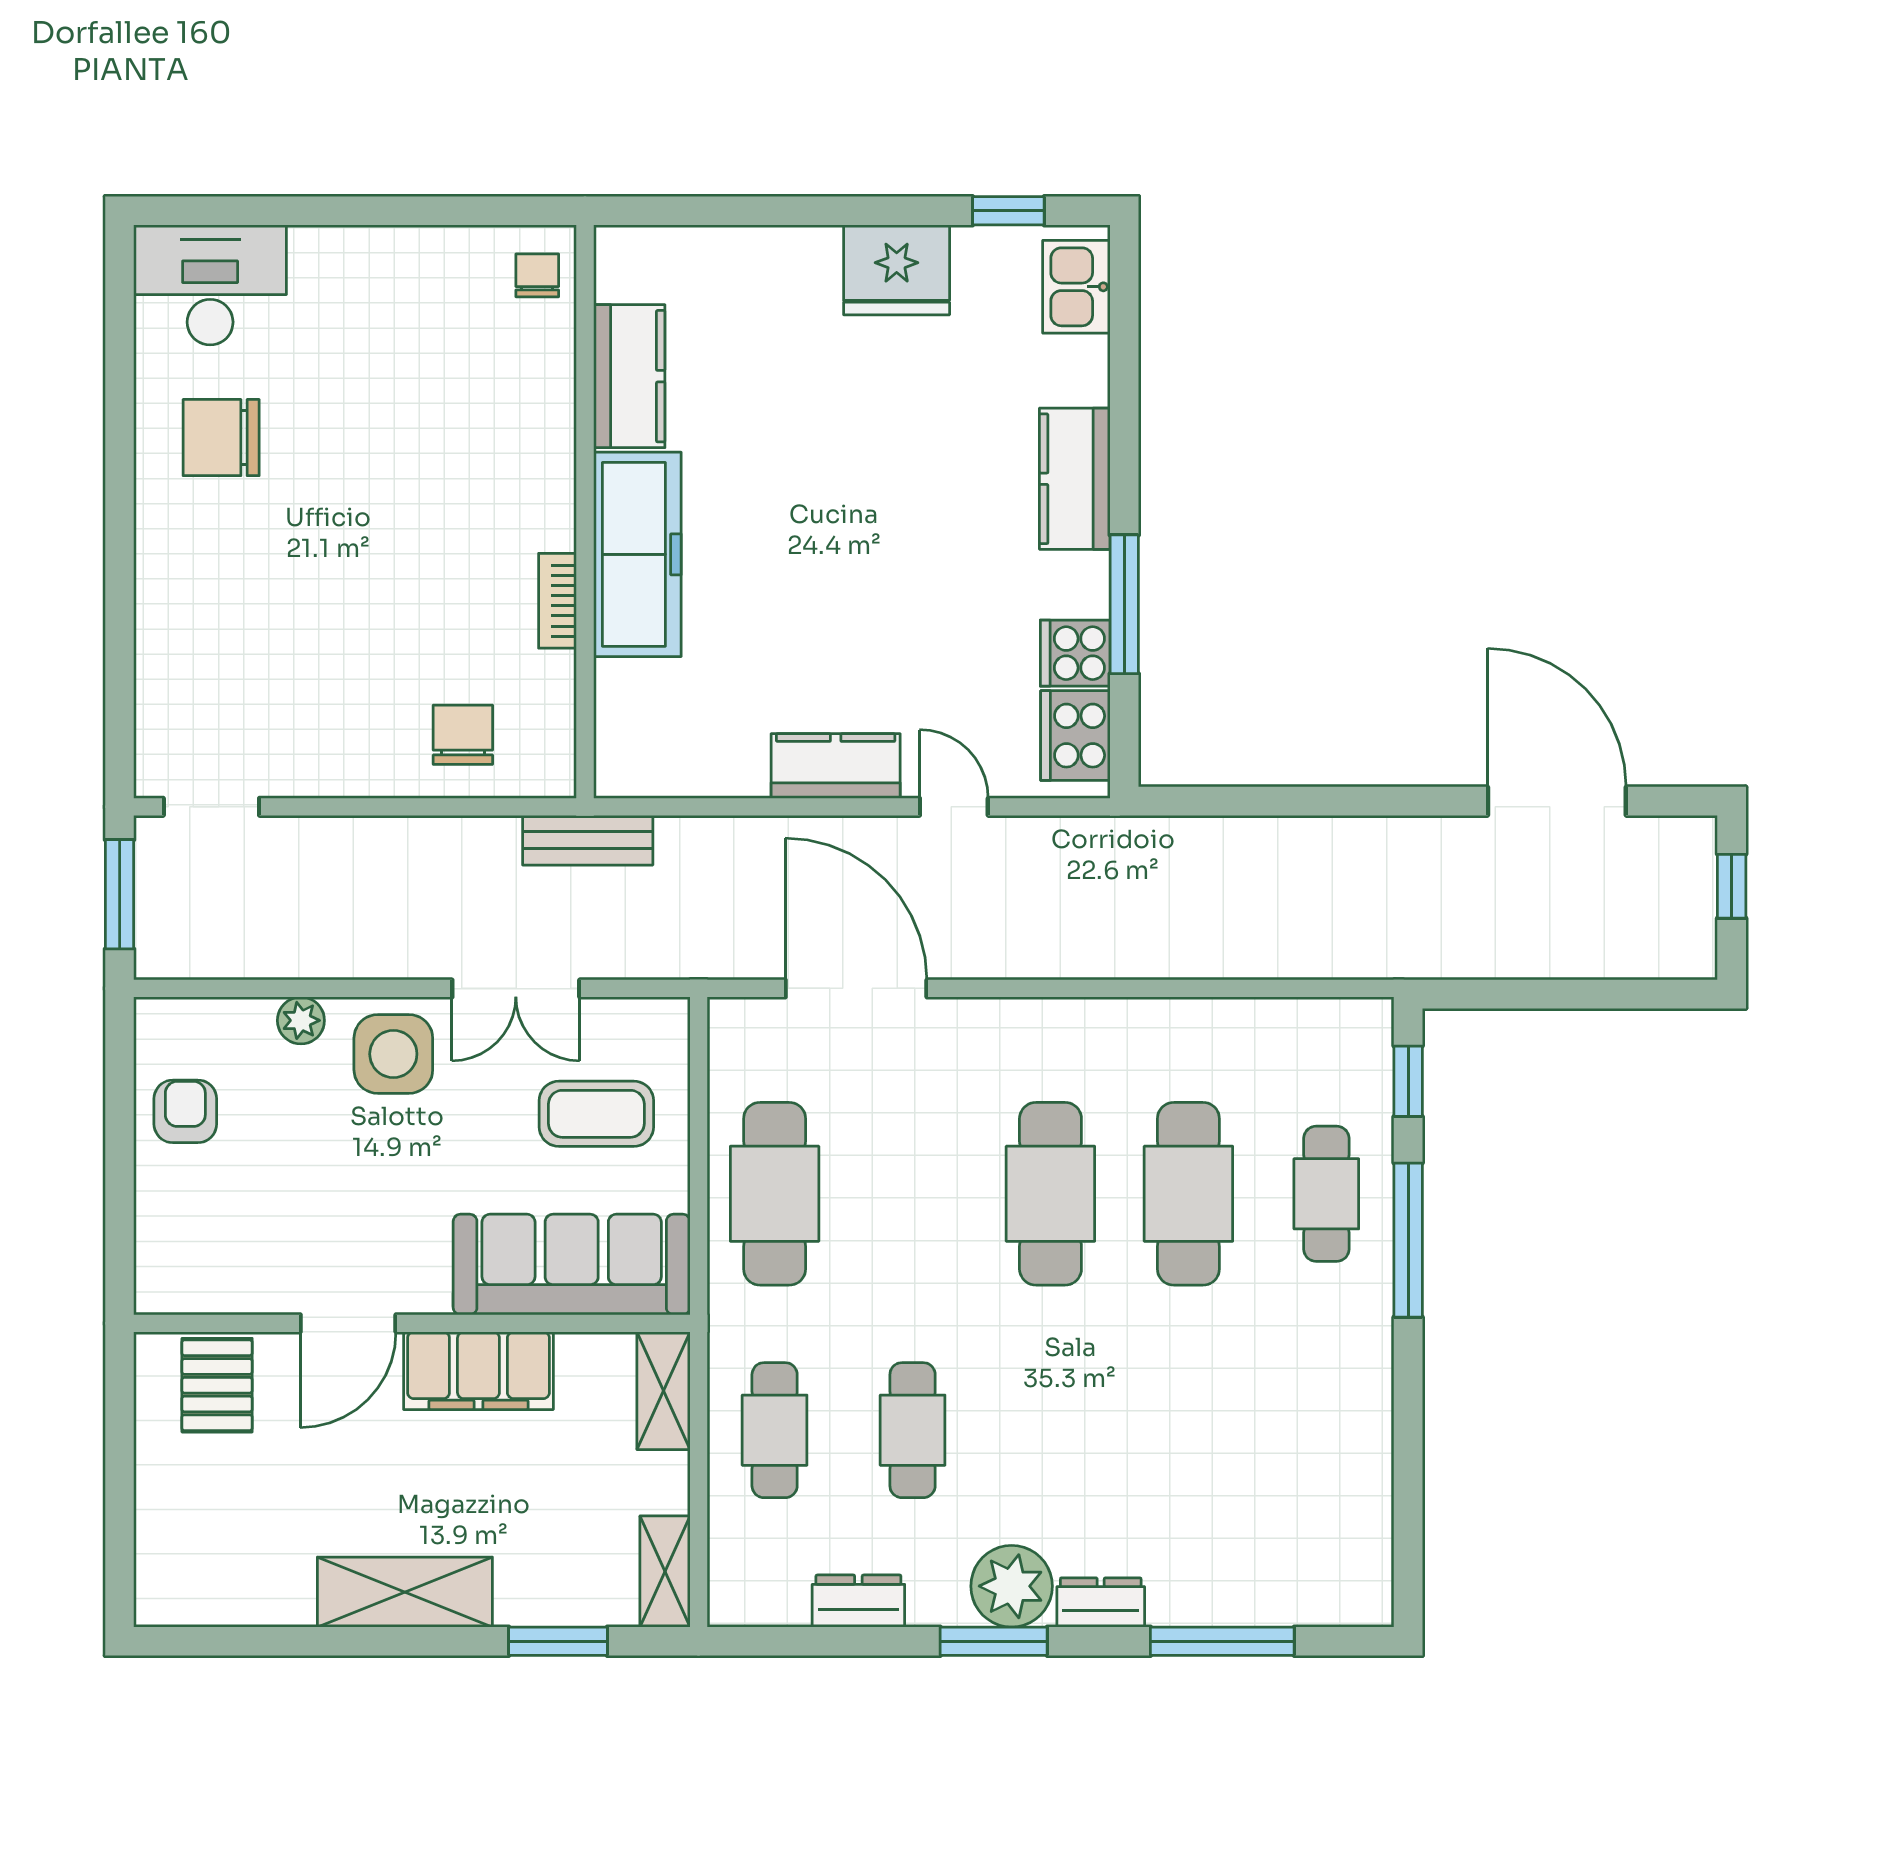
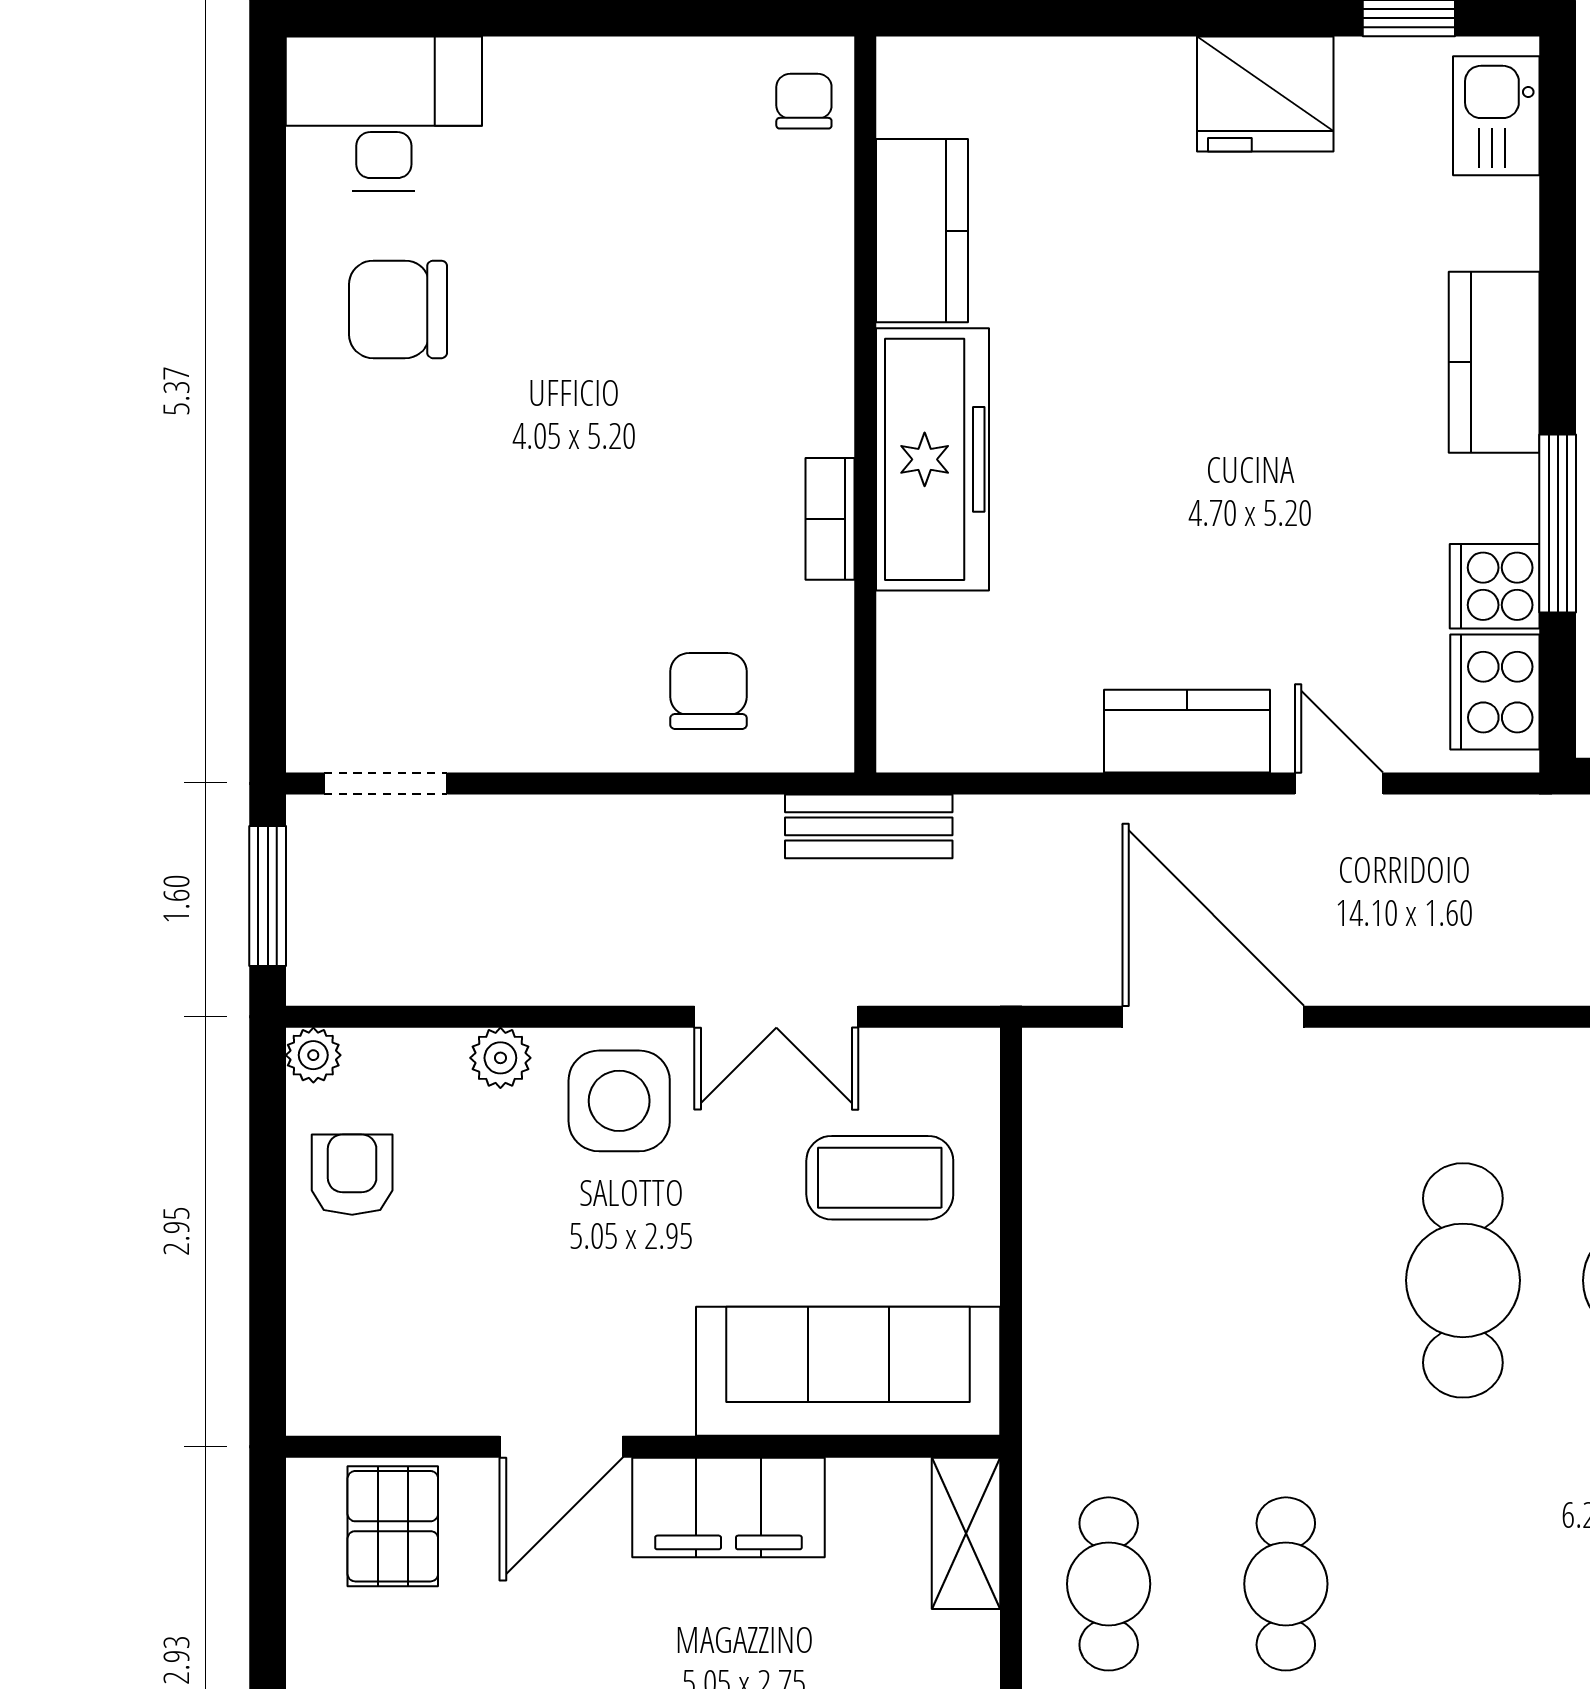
plant: (155, 1018) -> (313, 1055), added
cafe table: (775, 1194) -> (1109, 1280), removed

